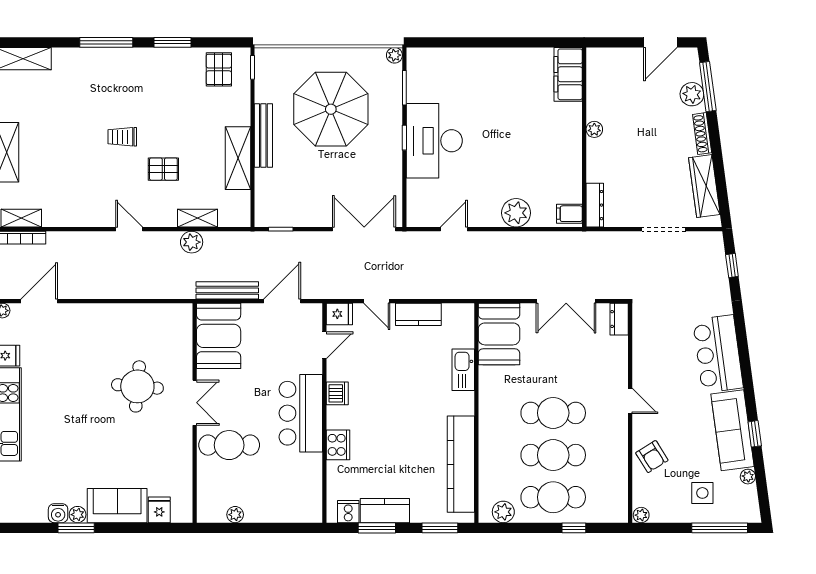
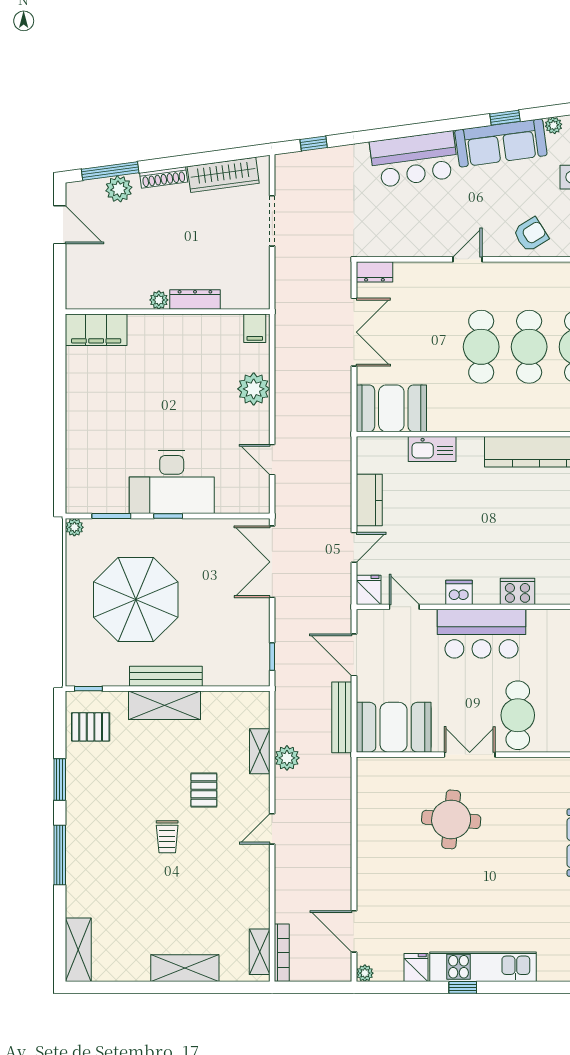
shelving: (238, 158) -> (164, 705), moved
dresser: (595, 205) -> (195, 299), moved

